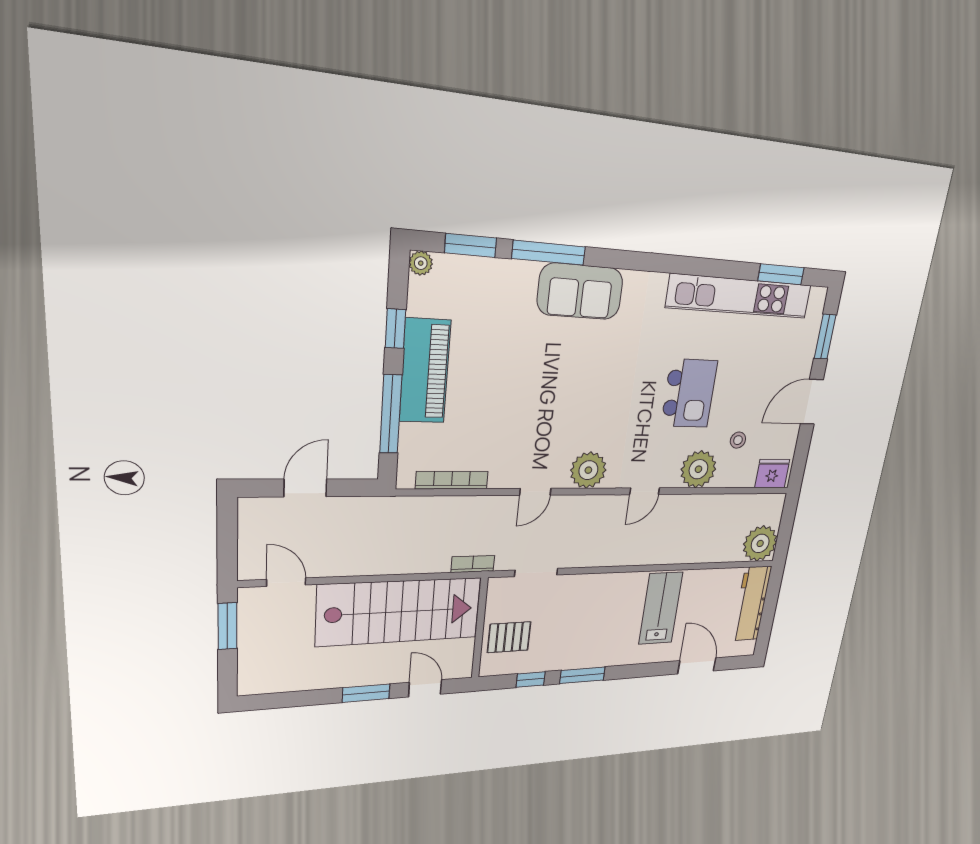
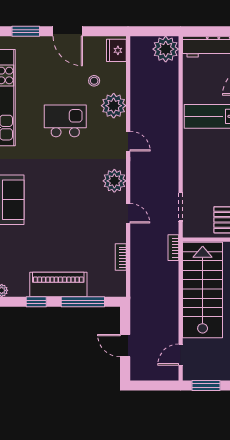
bookcase: (452, 480) -> (121, 257), width x0.64

